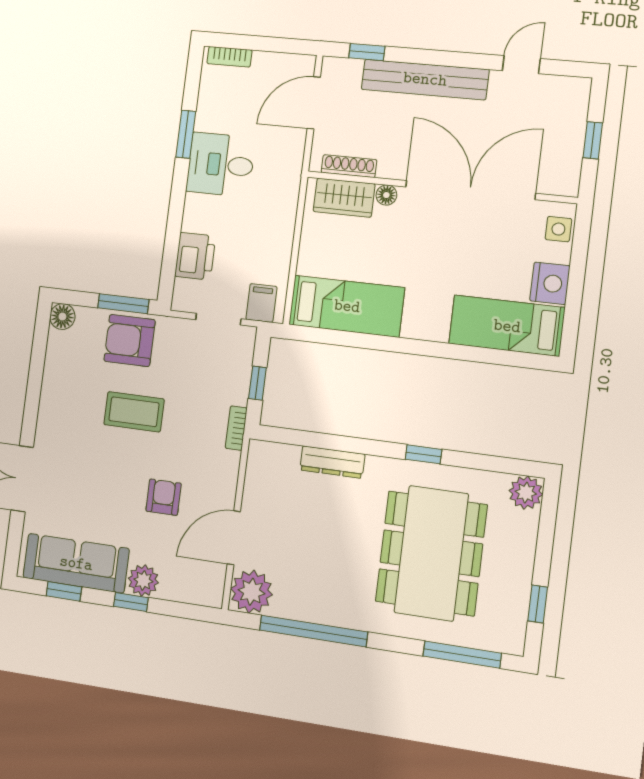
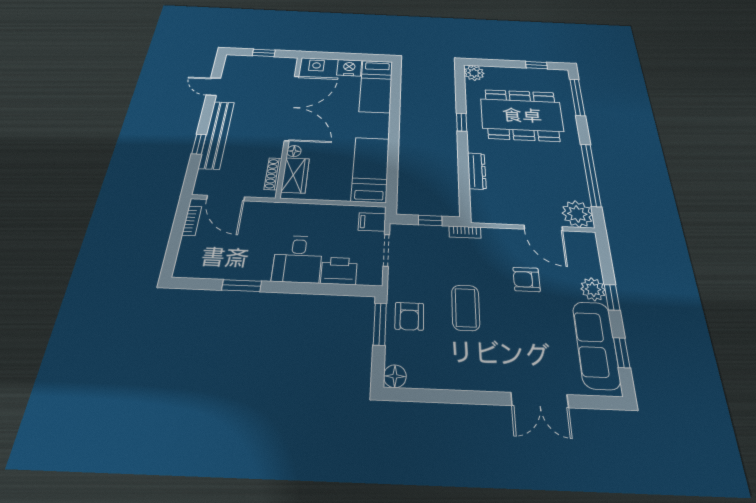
window: (367, 52) -> (199, 144), moved
bookcase: (229, 57) -> (192, 221), moved
desk: (221, 165) -> (298, 259), moved
double door: (470, 190) -> (292, 107), swing flipped
armchair: (130, 340) -> (409, 316), width x0.72, depth x0.72

